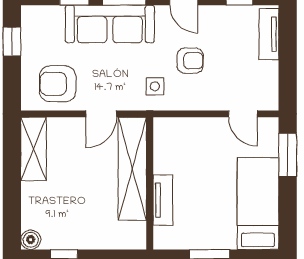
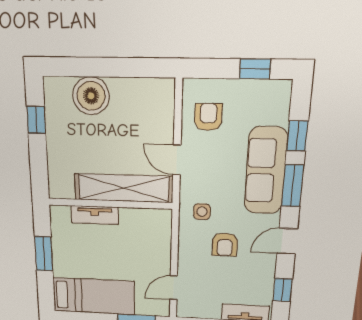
armchair: (58, 84) -> (208, 117), width x0.72, depth x0.72
shelving: (34, 149) -> (143, 91), removed
boiler: (31, 240) -> (91, 96), moved, width x1.86, depth x1.86

